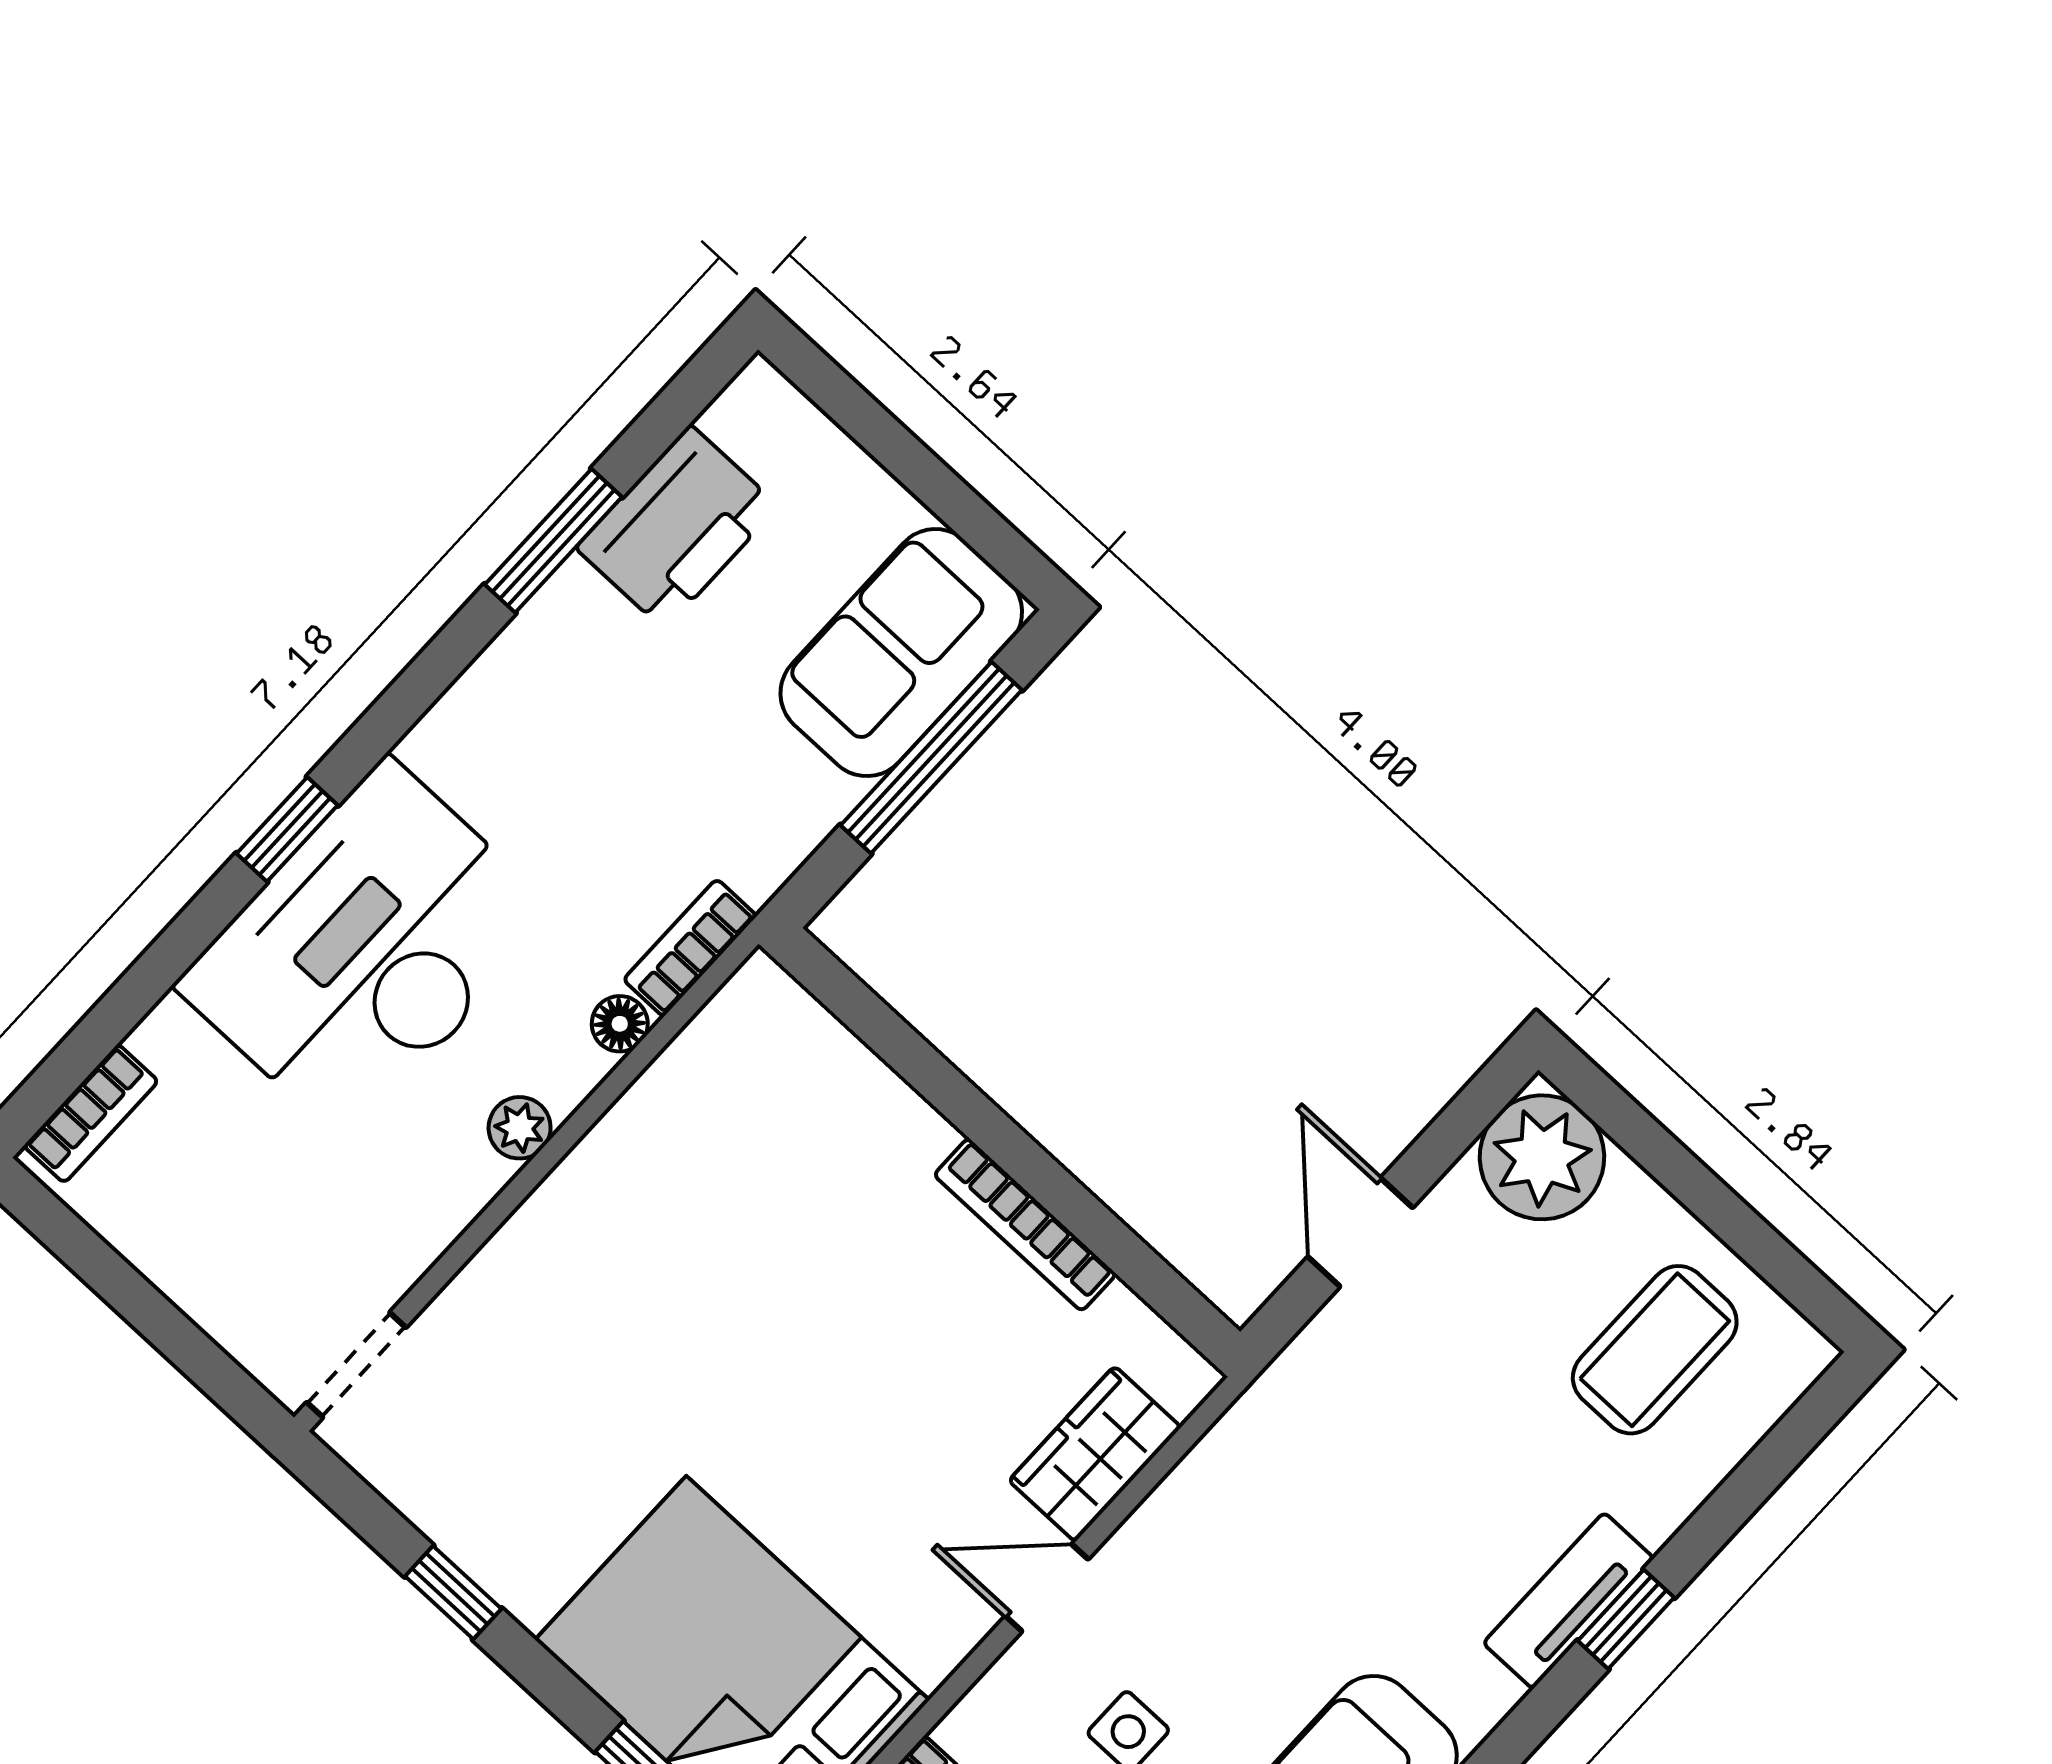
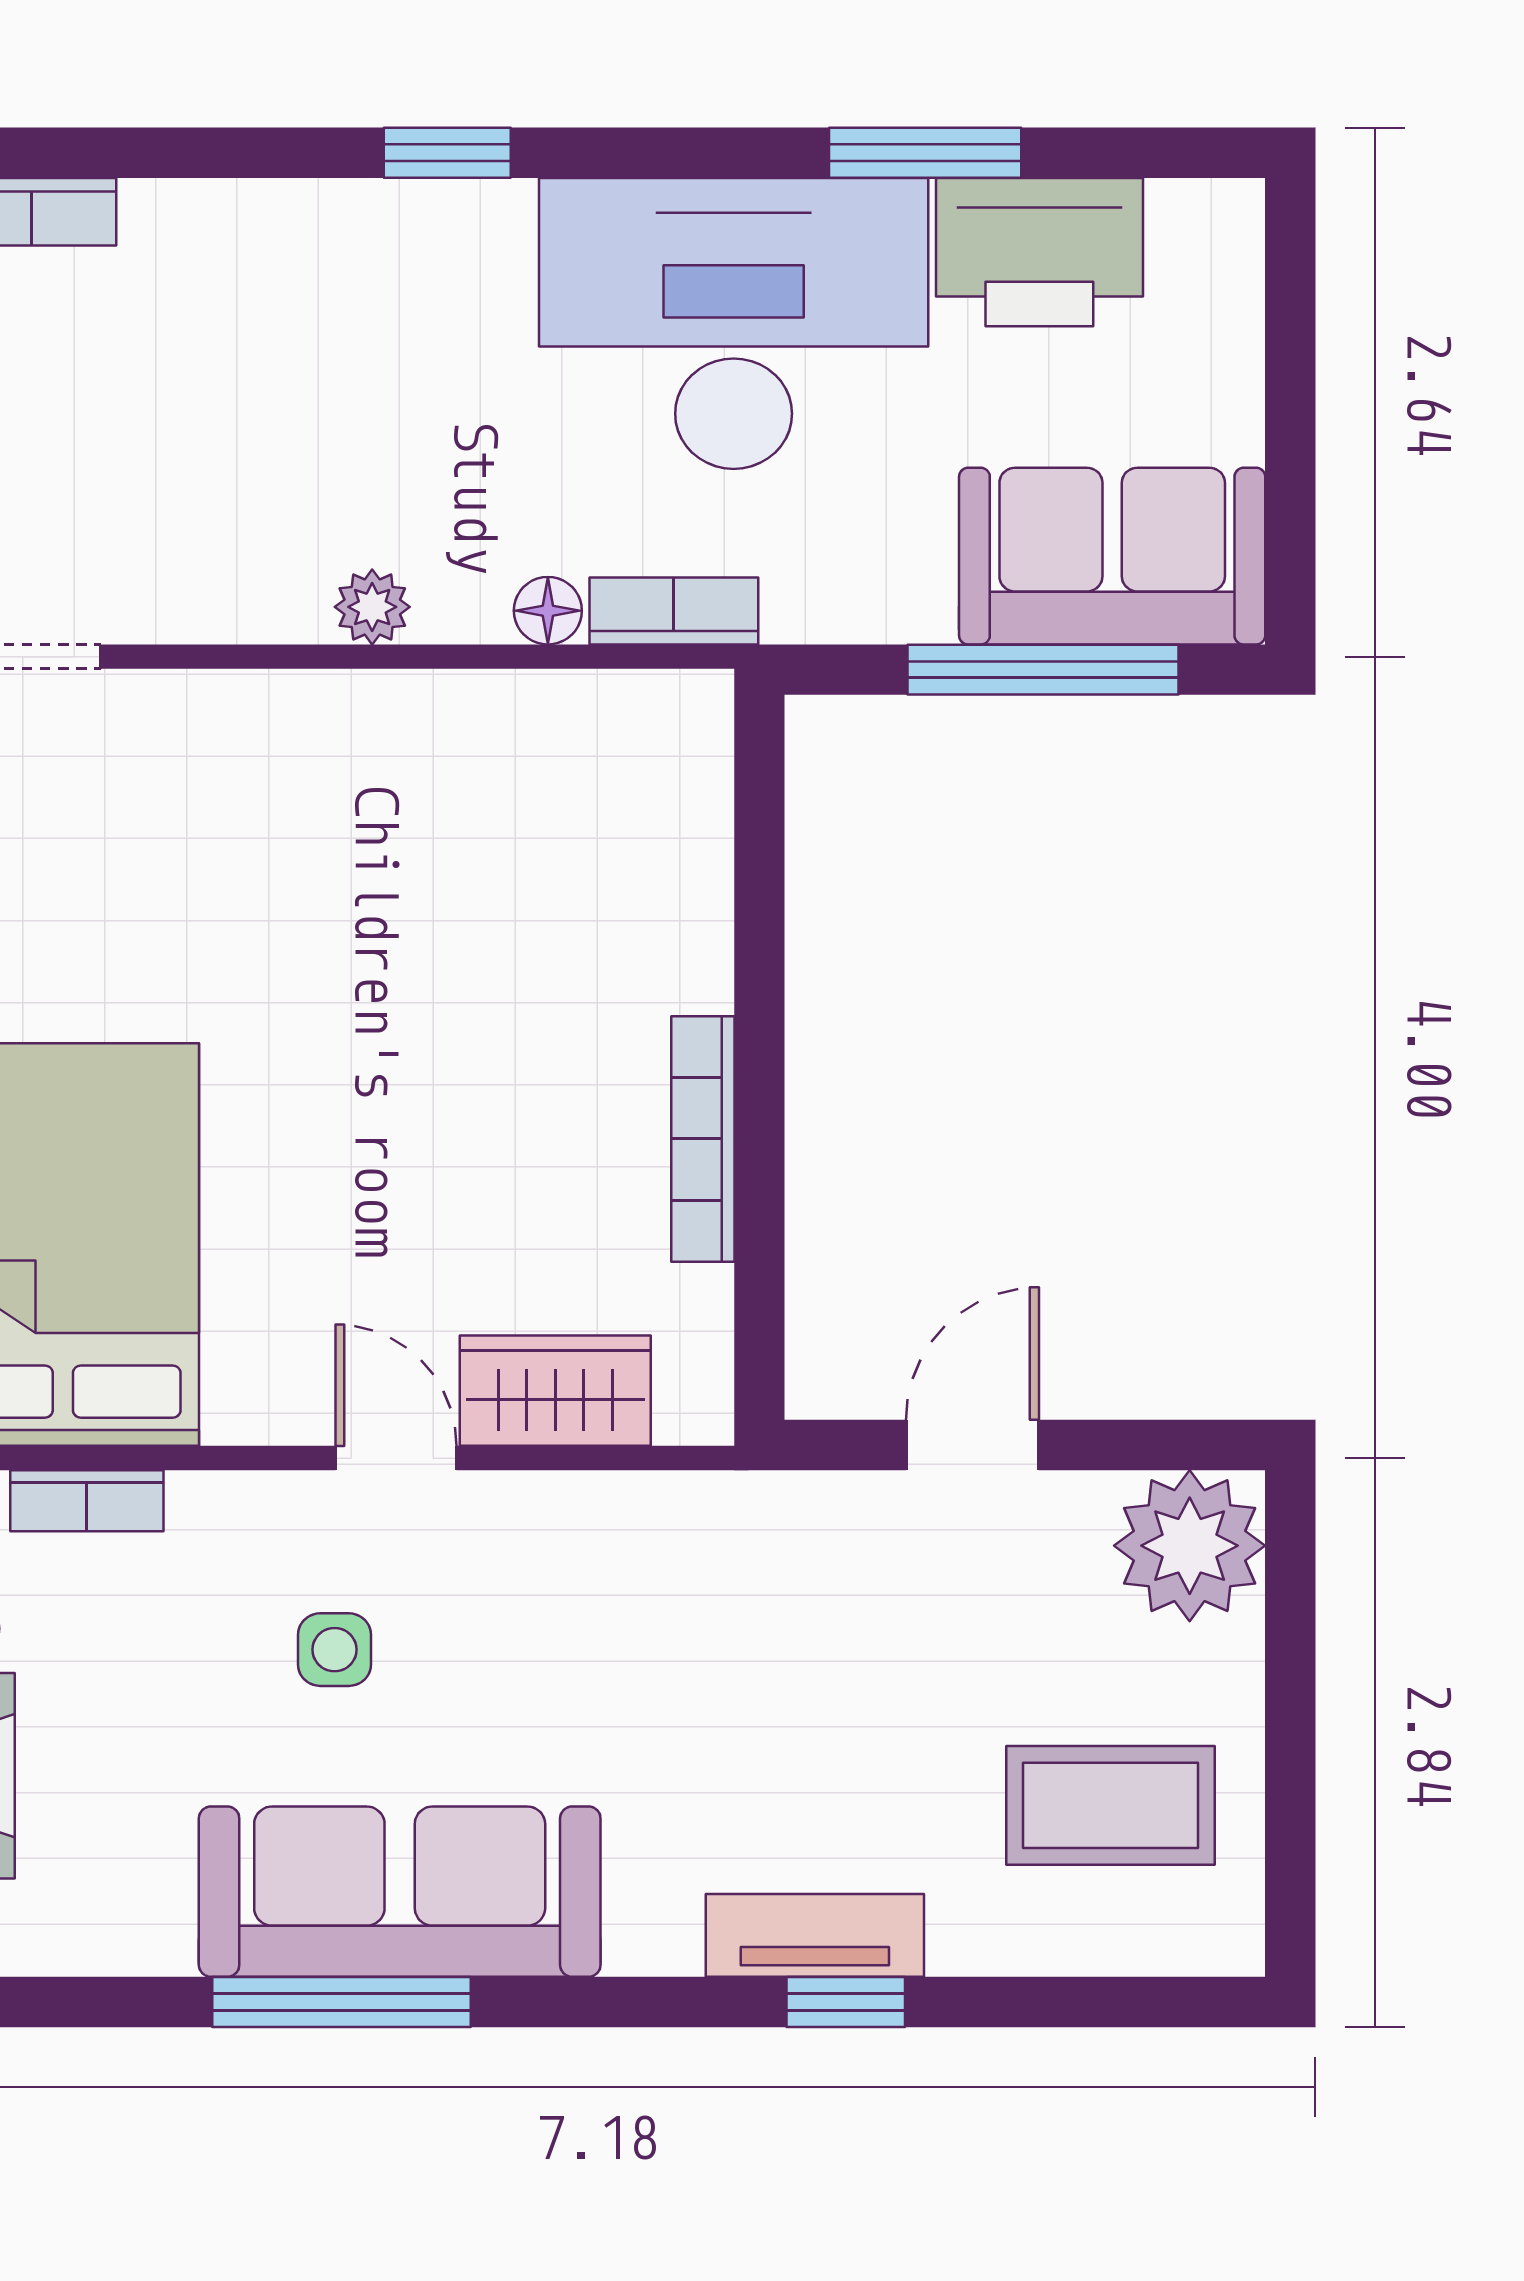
desk: (367, 950) -> (734, 323), moved

